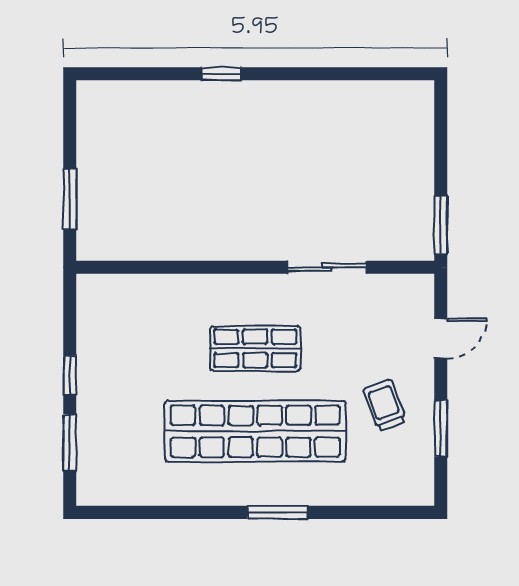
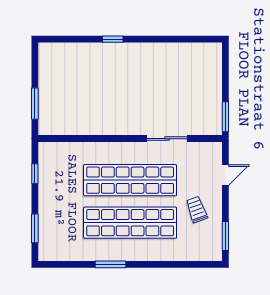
shop shelf: (255, 348) -> (130, 180), width x2.00, depth x1.36
window: (70, 375) -> (35, 174), moved
window: (441, 428) -> (225, 236), moved
window: (278, 512) -> (110, 264), moved

